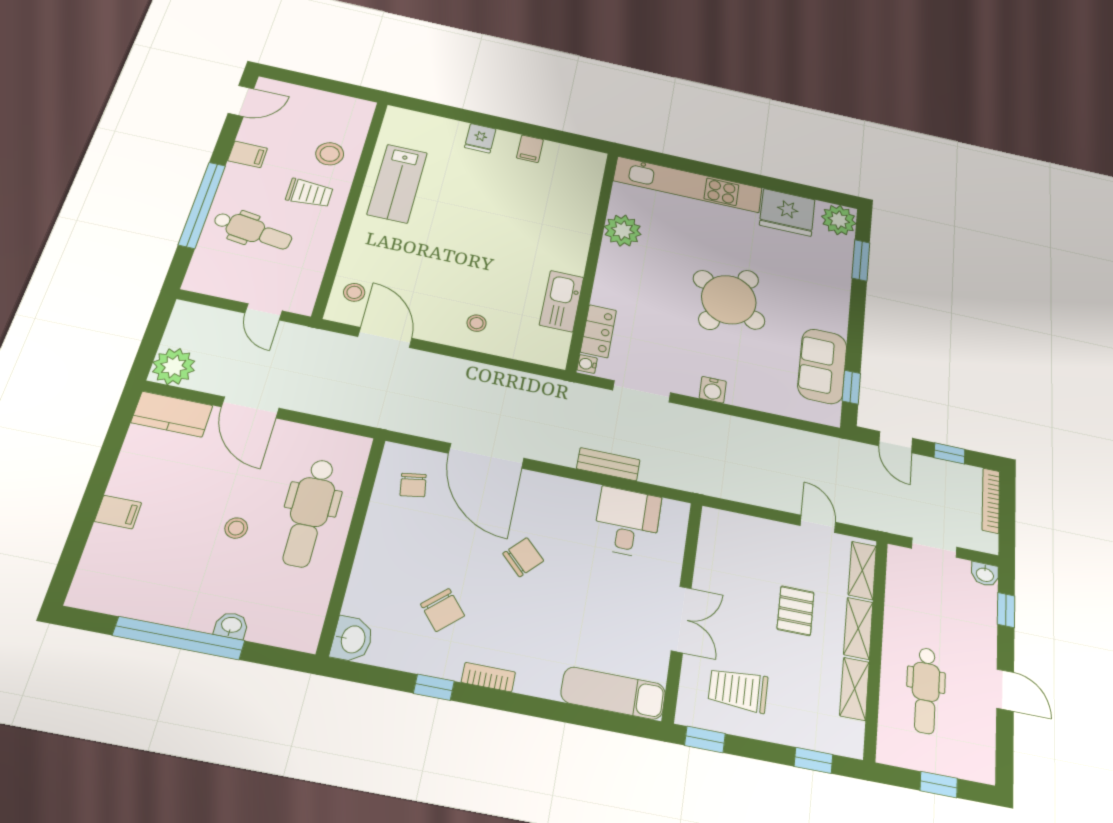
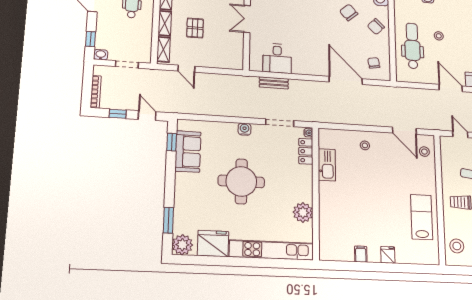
stool: (330, 154) -> (457, 246), moved
round table: (729, 300) -> (241, 181), turned -31
bench: (608, 464) -> (274, 83), moved
chair: (523, 557) -> (376, 27), moved

